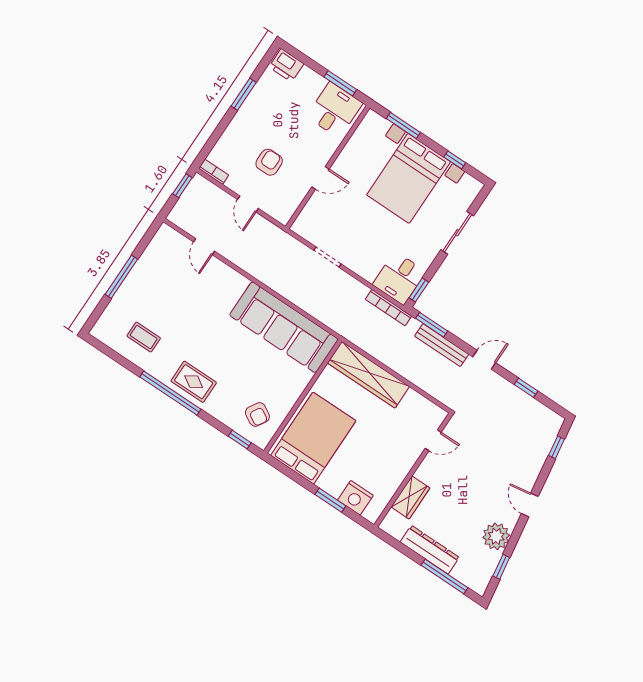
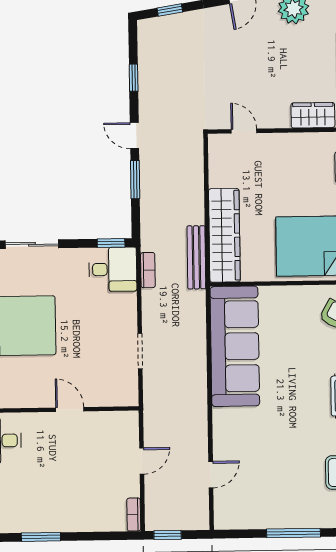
armchair: (269, 162) -> (88, 468), removed
bookcase: (389, 308) -> (148, 270), width x0.64
window: (432, 325) -> (135, 180), moved
bench: (442, 345) -> (196, 257), moved

